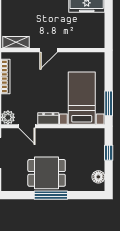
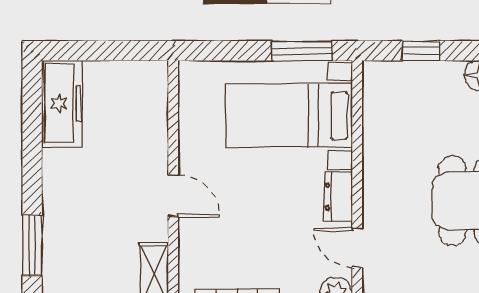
door: (27, 126) -> (357, 248), swing flipped

